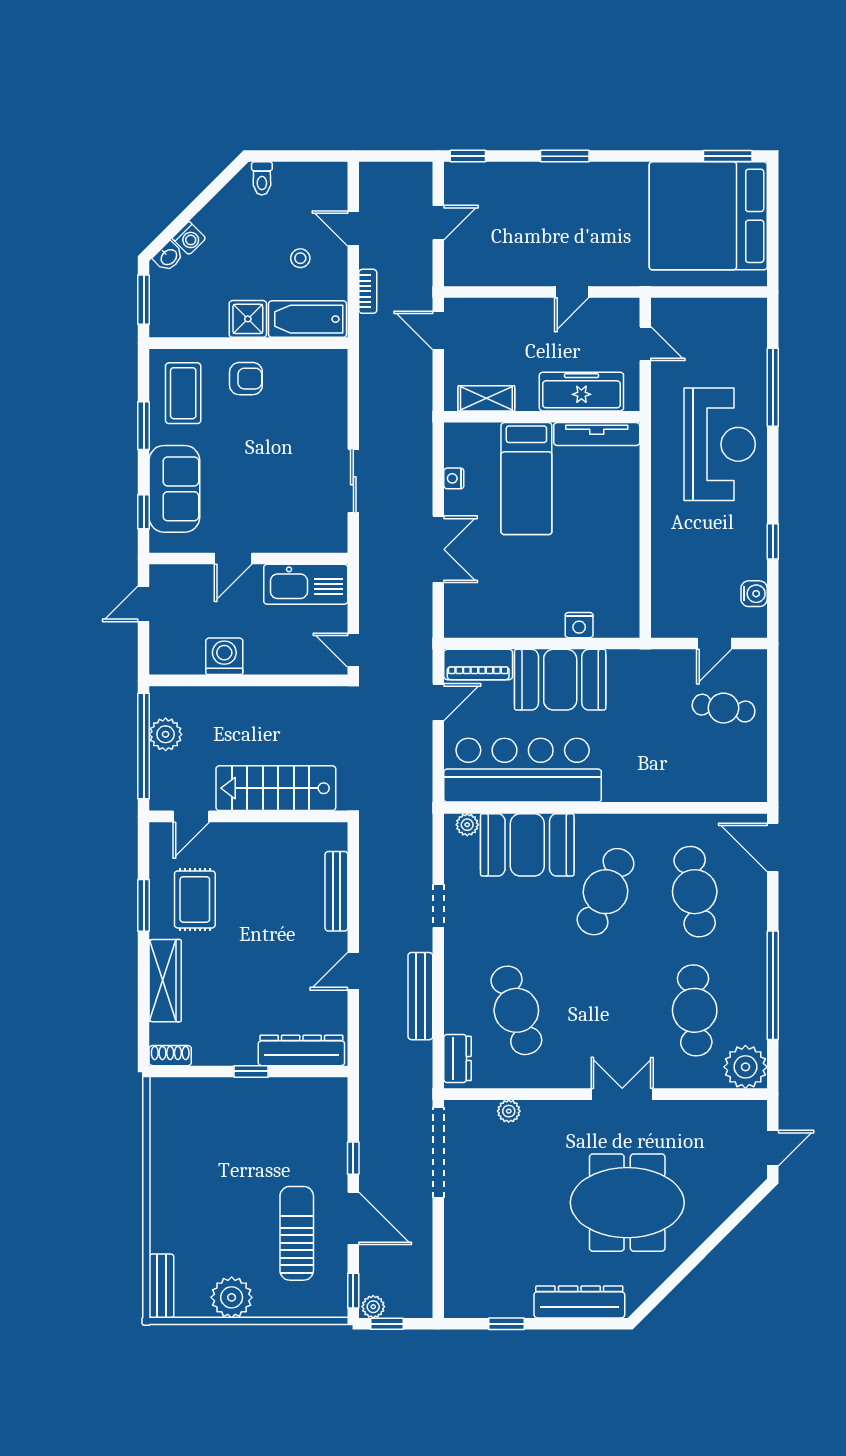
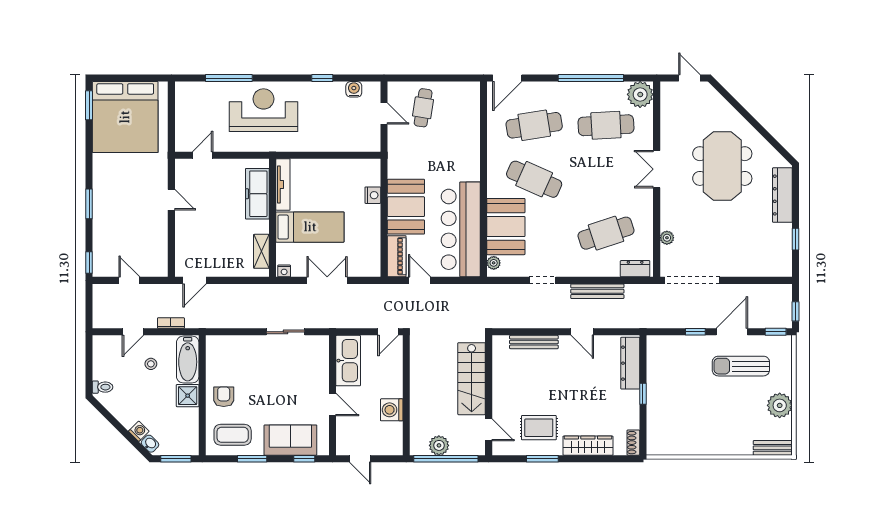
freezer: (581, 392) -> (257, 194), moved
shelving: (486, 398) -> (261, 251), moved
wall: (542, 417) -> (273, 218), moved
tv unit: (597, 434) -> (283, 184), moved
bed: (526, 479) -> (310, 227), moved
plant: (373, 1307) -> (785, 320), removed

